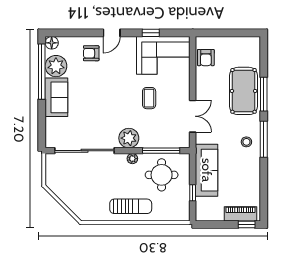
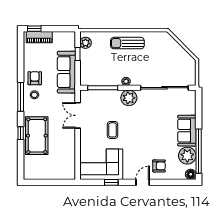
armchair: (206, 58) -> (35, 78), moved
window: (264, 94) -> (21, 133), width x0.46
round table: (162, 175) -> (103, 68), removed
plant: (183, 207) -> (85, 43), added

